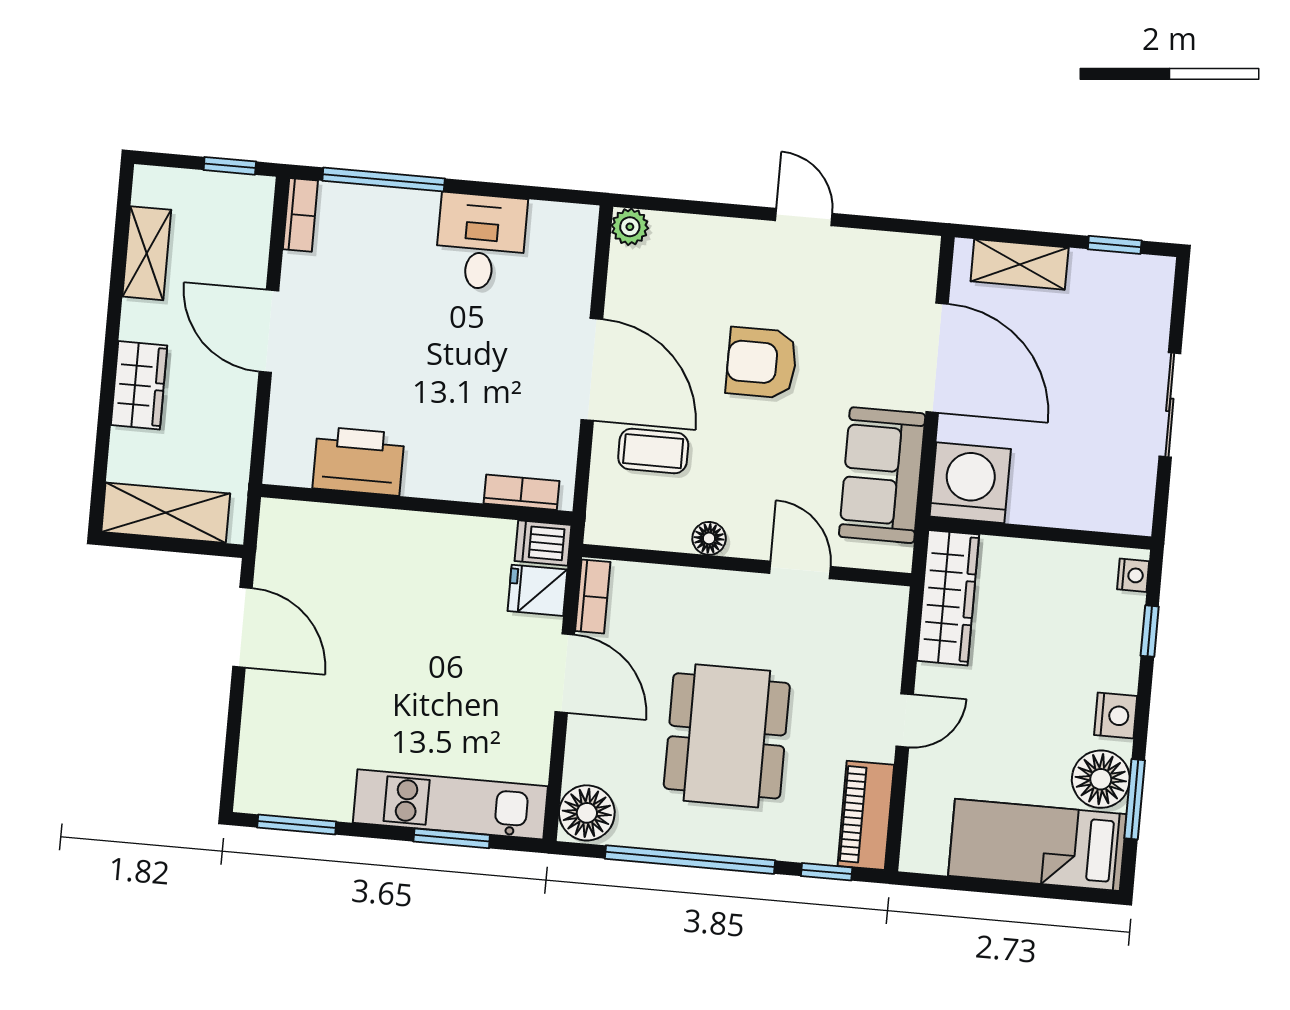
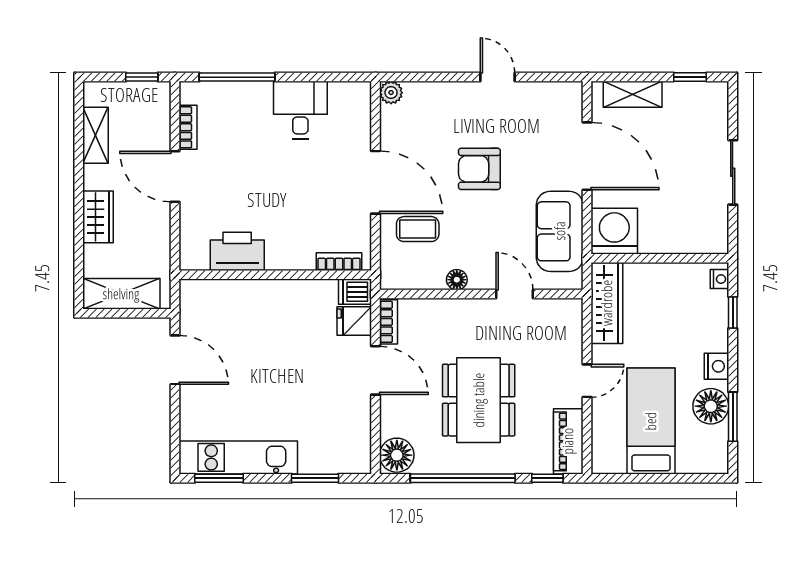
bookcase: (300, 215) -> (188, 127), moved
kitchen unit: (450, 804) -> (238, 457), moved
bed: (1037, 845) -> (651, 421), moved, turned 90

